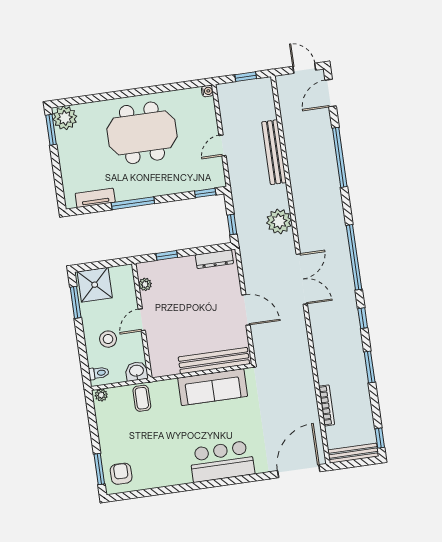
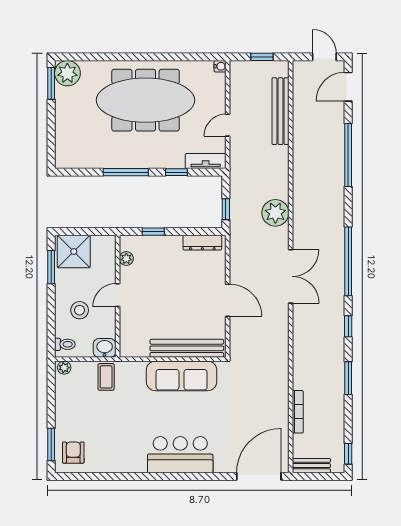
meeting table: (142, 133) -> (146, 100), width x1.36
bench: (274, 152) -> (280, 111), moved
window: (205, 193) -> (176, 172), moved
tv unit: (95, 198) -> (206, 161), moved
bench: (353, 453) -> (311, 466), width x0.73

